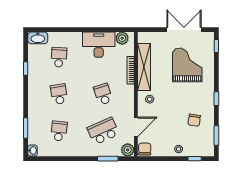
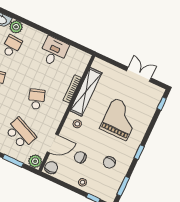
double door: (184, 30) -> (139, 74), width x0.73
plant: (122, 38) -> (16, 27), moved
desk: (99, 45) -> (54, 52), width x0.73
grand piano: (187, 65) -> (120, 119), moved
chair: (166, 128) -> (80, 157), added
school desk: (103, 131) -> (21, 133), turned 48

